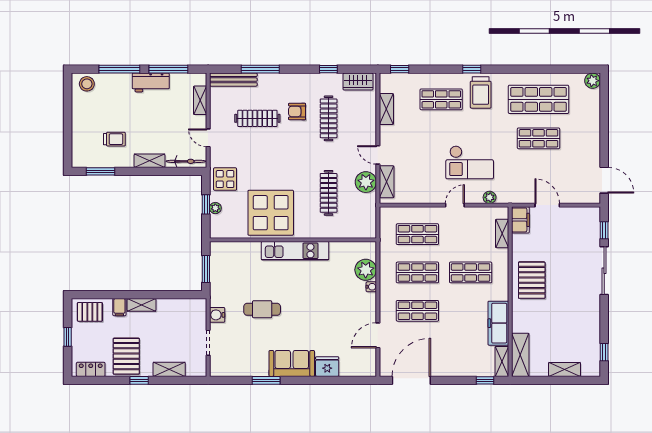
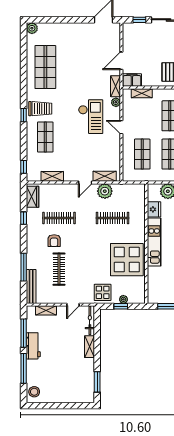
shop shelf: (539, 138) -> (73, 67), removed
trolley: (114, 139) -> (74, 372), removed
shelving: (512, 197) -> (116, 86), added
fridge: (341, 251) -> (154, 209), added

